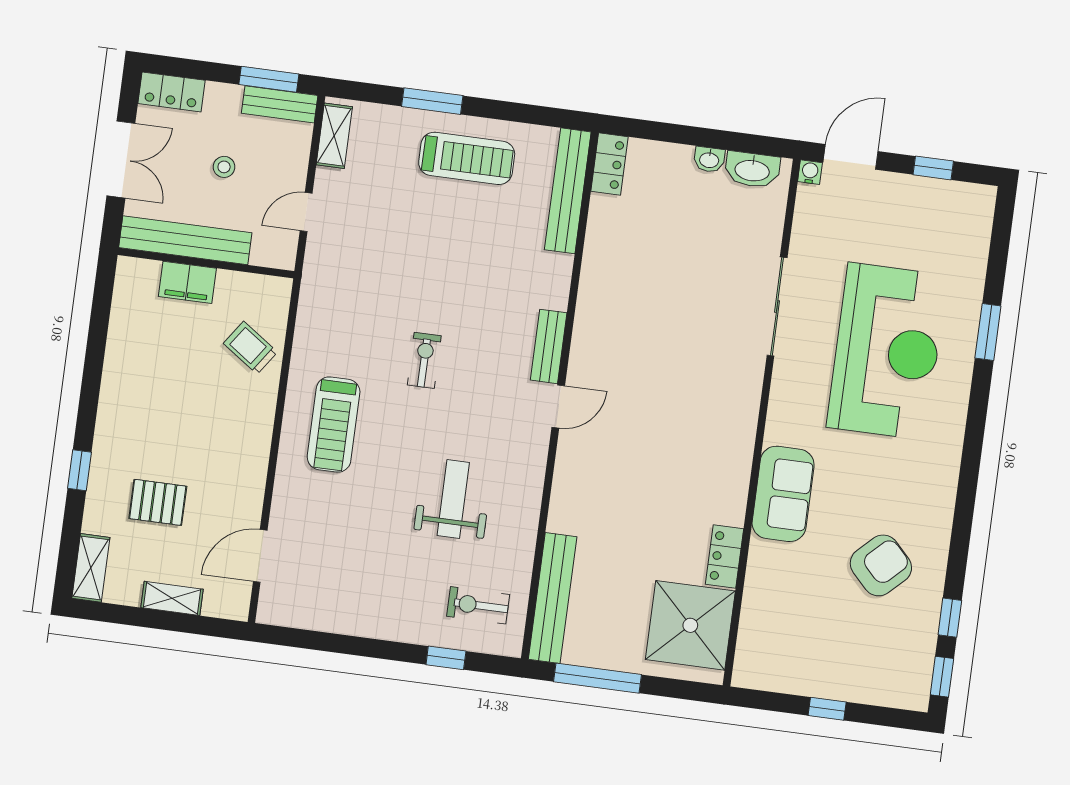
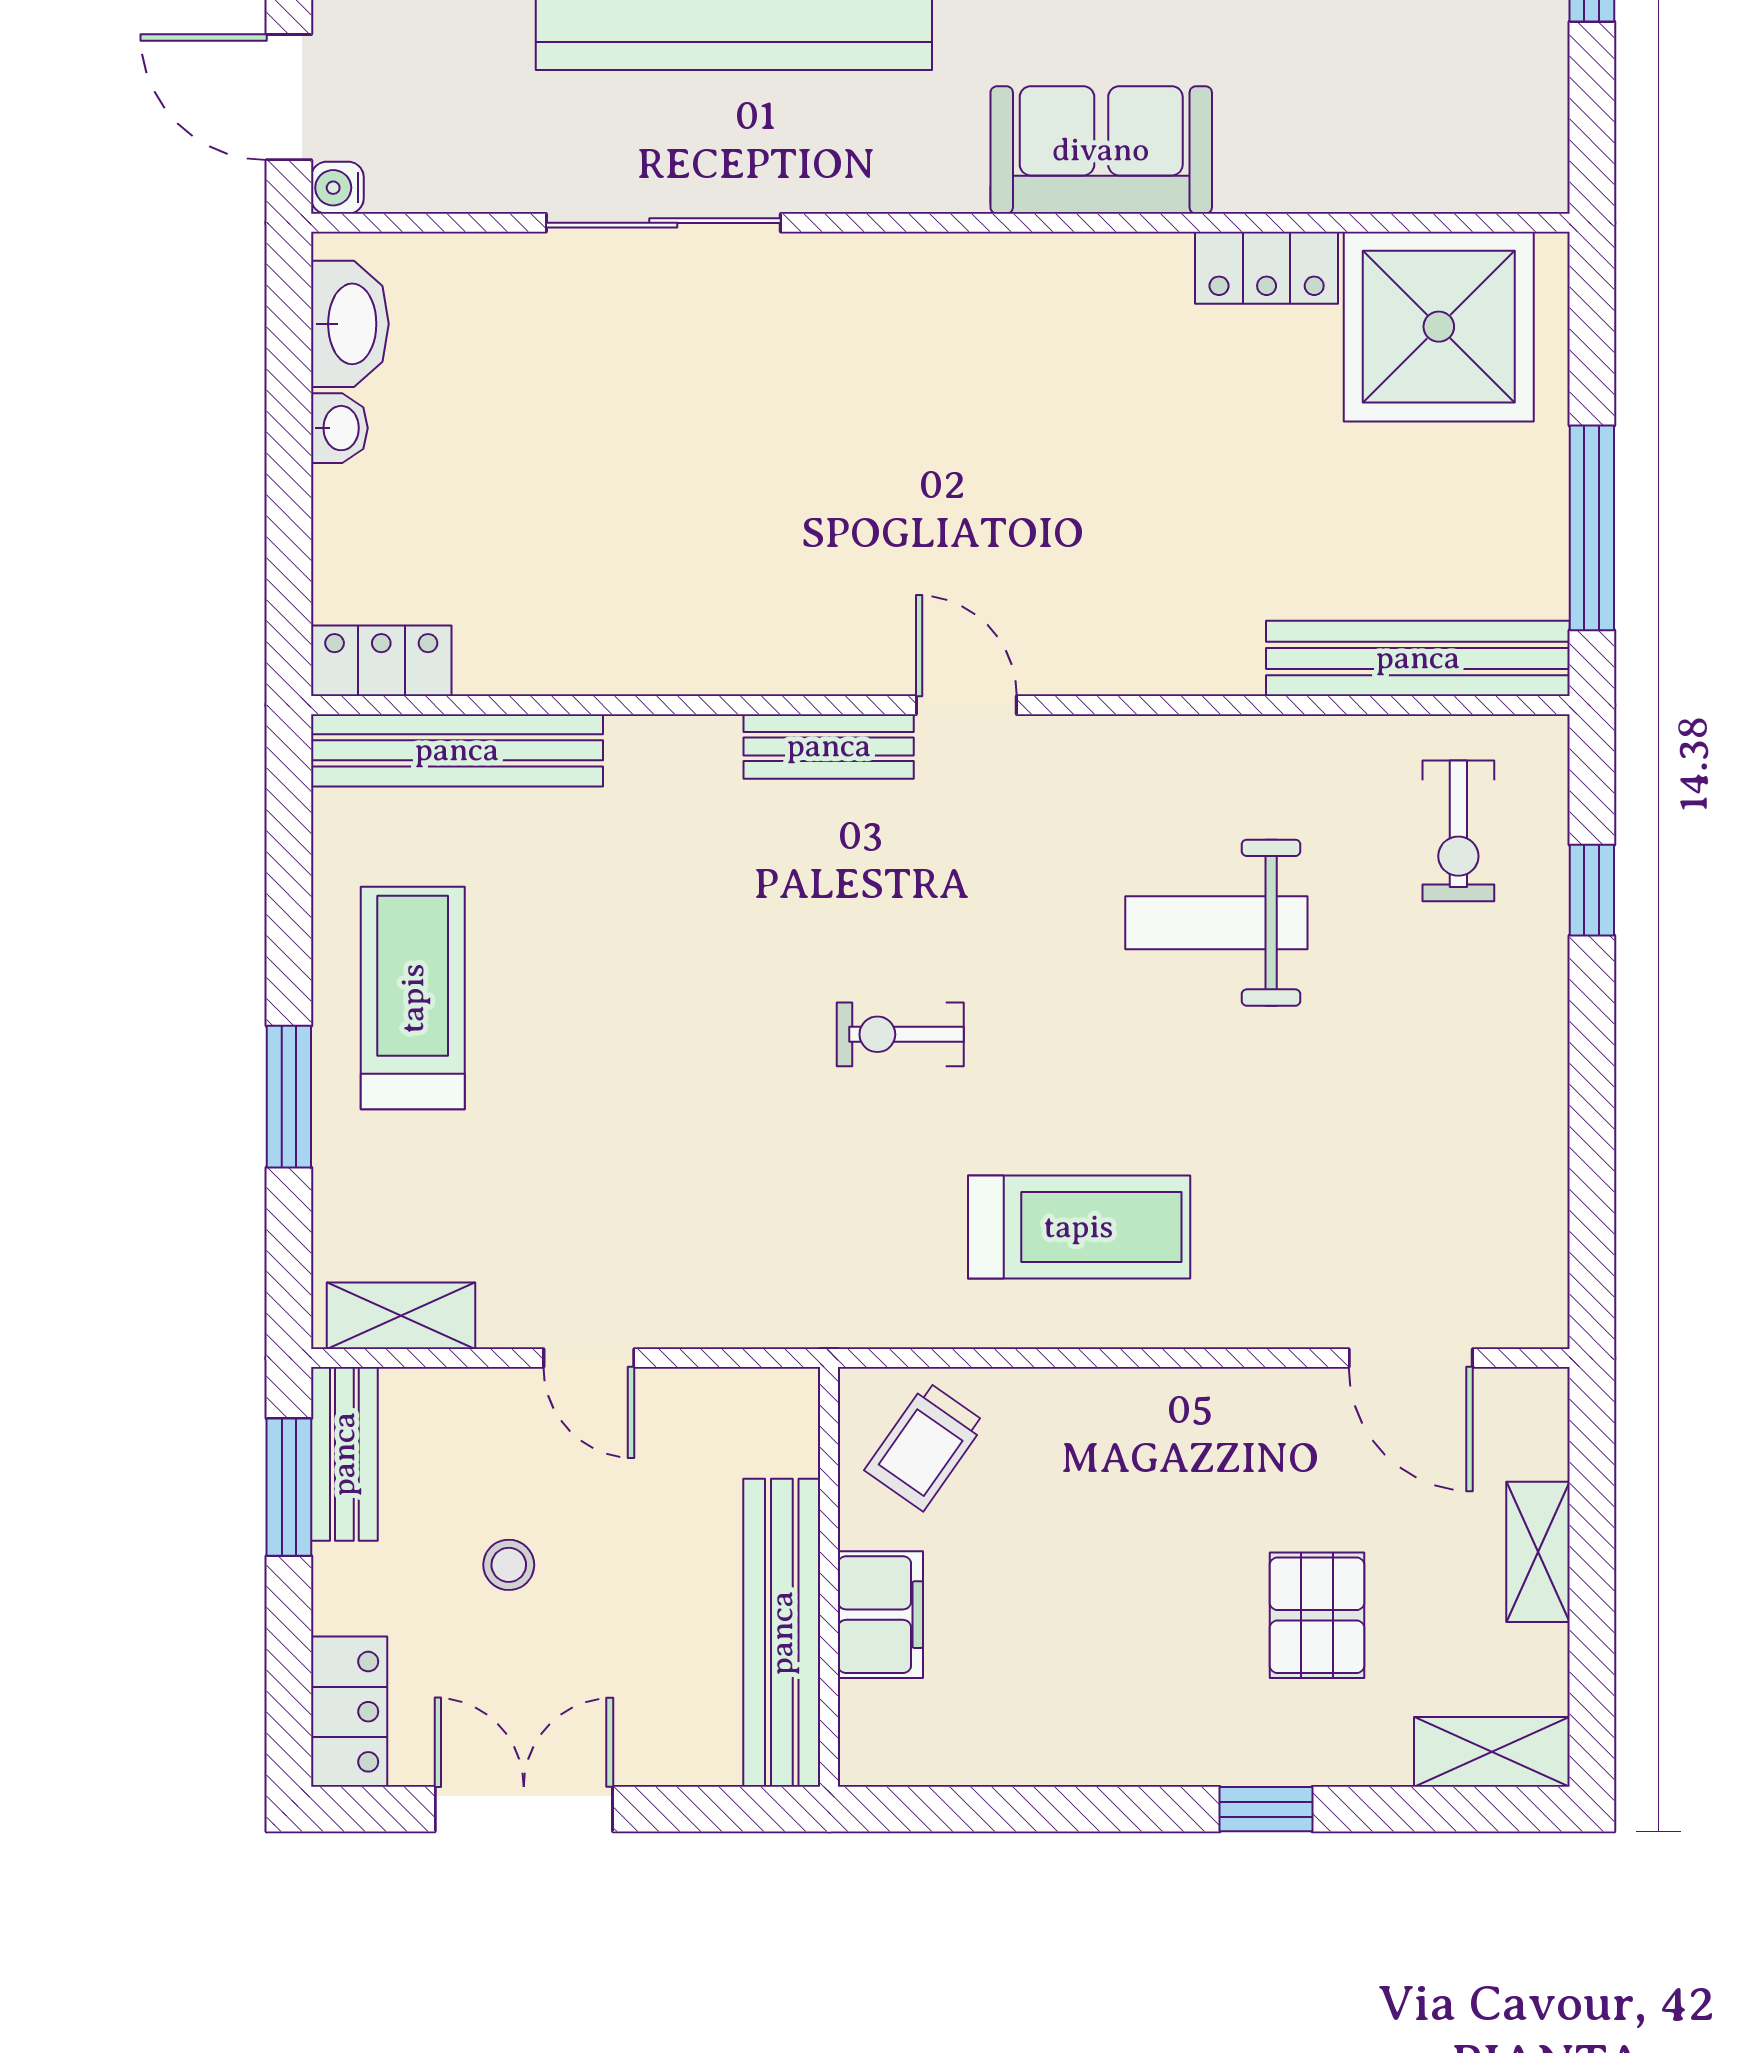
bench: (185, 240) -> (782, 1633), moved
wall: (206, 263) -> (829, 1577), moved
filing cabinet: (187, 282) -> (880, 1615), moved

